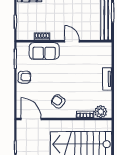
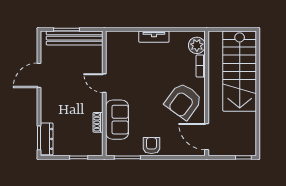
door: (72, 41) -> (104, 83), hinge flipped
armchair: (58, 101) -> (183, 101), width x1.88, depth x1.88
door: (31, 119) -> (207, 137), hinge flipped

